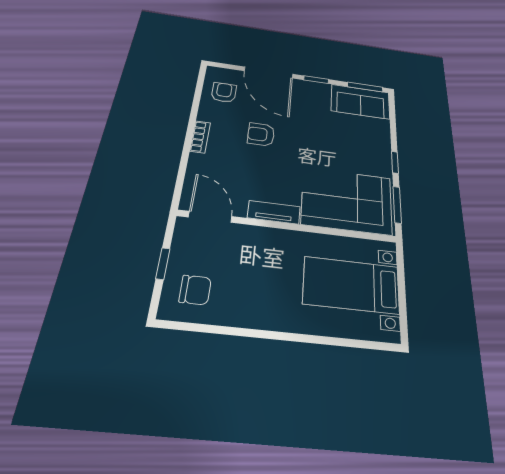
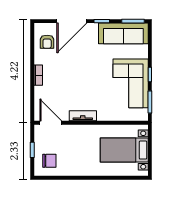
door: (269, 73) -> (72, 21), hinge flipped
armchair: (224, 92) -> (47, 42), turned 180
sofa: (360, 102) -> (123, 33), width x1.36
armchair: (261, 134) -> (72, 68), removed
corner sofa: (347, 201) -> (131, 83), moved, turned -90

